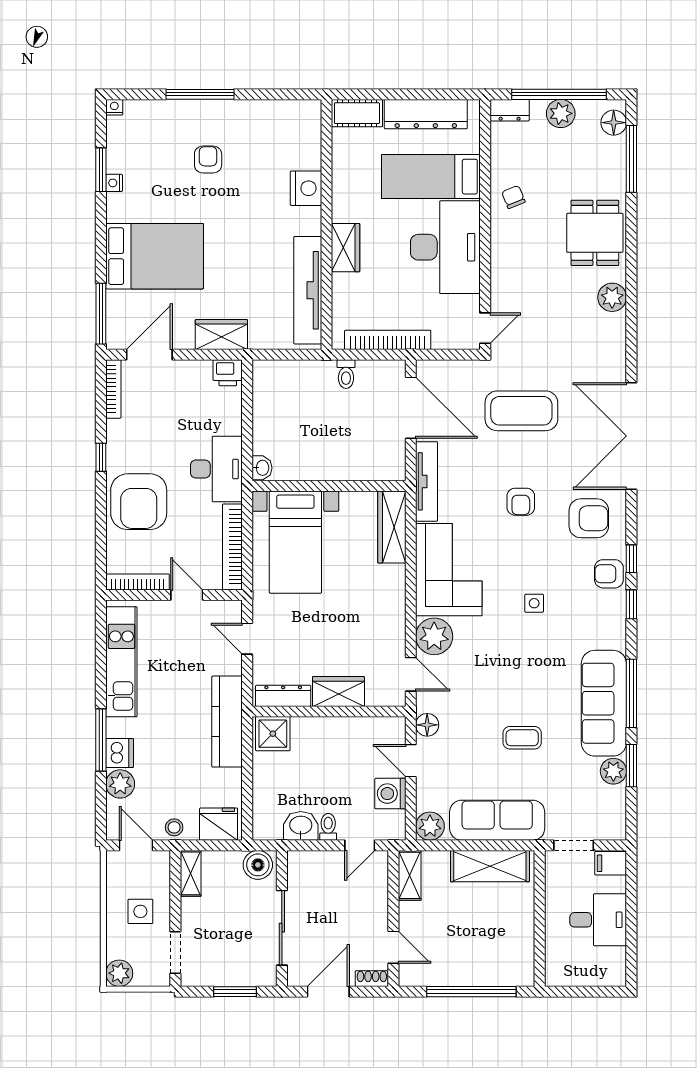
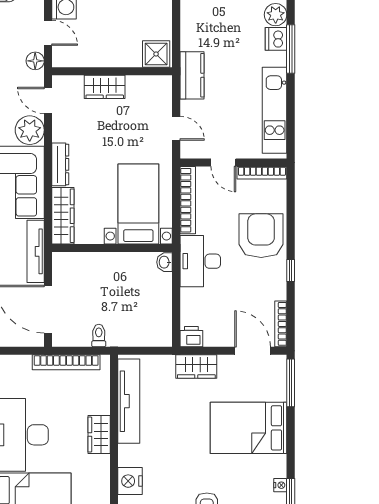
door: (149, 355) -> (253, 351), swing flipped
dresser: (283, 696) -> (60, 164), moved, turned -90
kitchen counter: (227, 722) -> (192, 75), width x0.67

